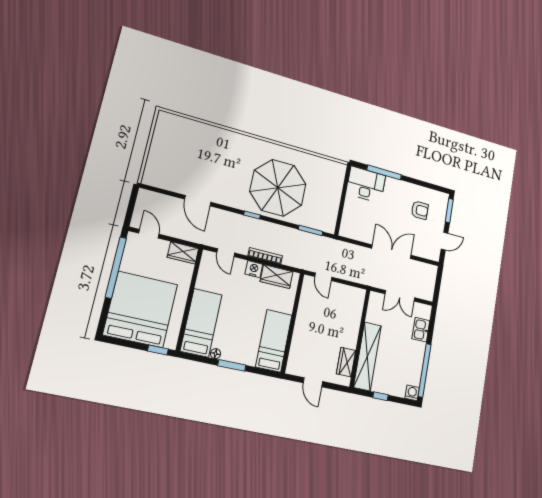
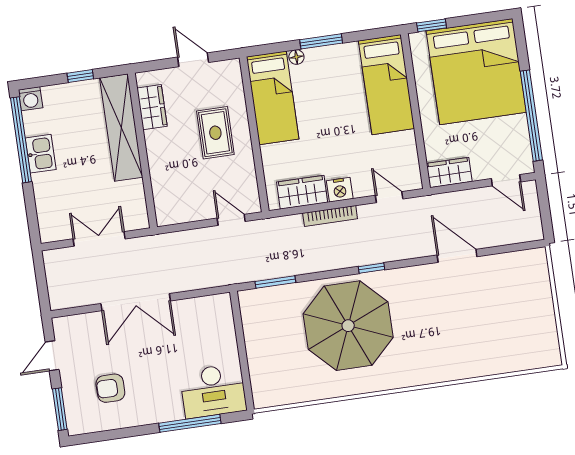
kitchen sink: (421, 330) -> (41, 154), moved
rug: (315, 332) -> (215, 133), added
floor lamp: (216, 354) -> (296, 57), moved

